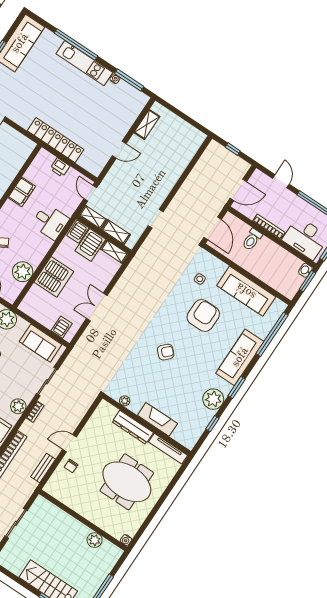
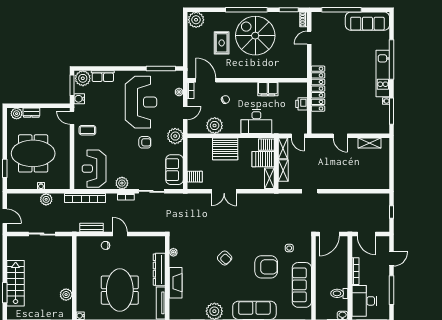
door: (90, 193) -> (298, 136), swing flipped
desk: (50, 222) -> (256, 122), width x1.37
toilet: (252, 239) -> (339, 293), moved
double door: (97, 307) -> (224, 191), swing flipped

